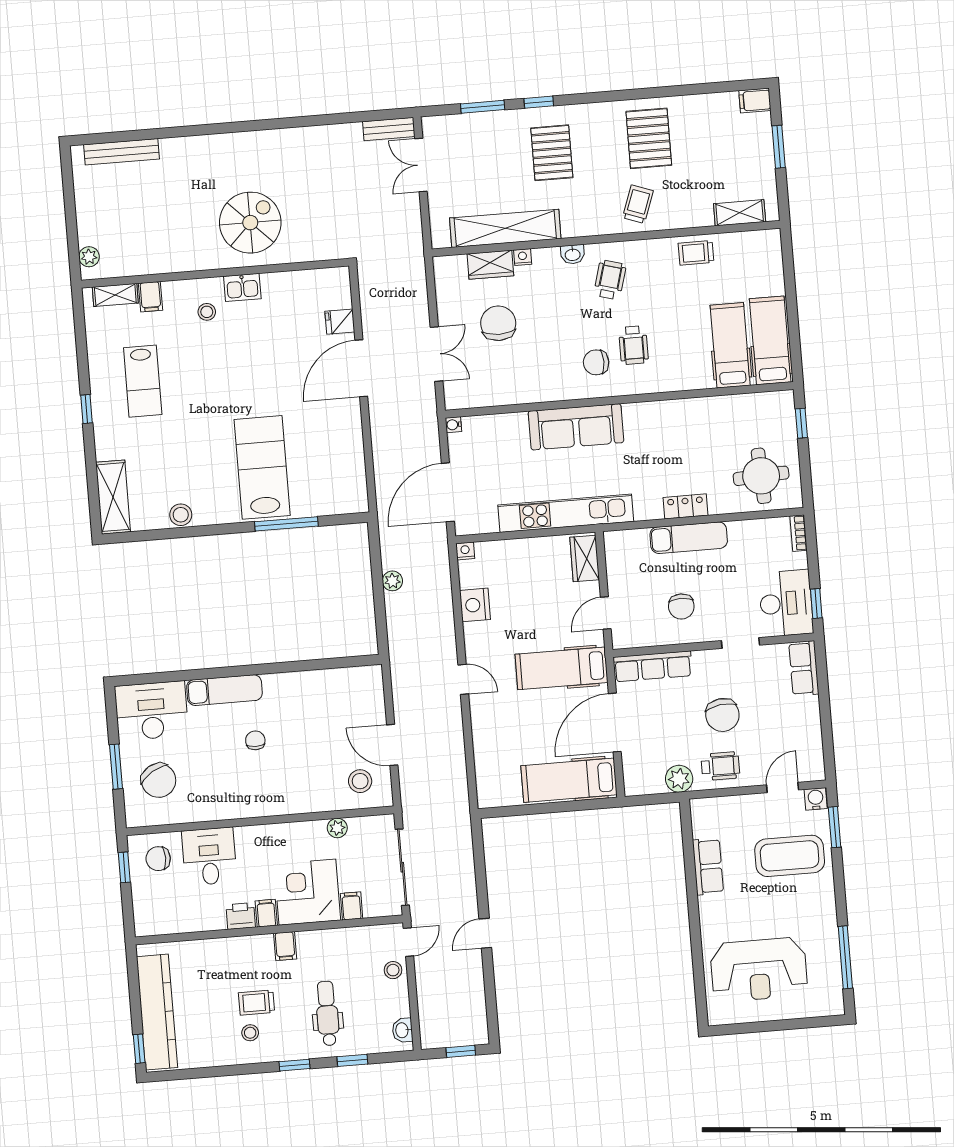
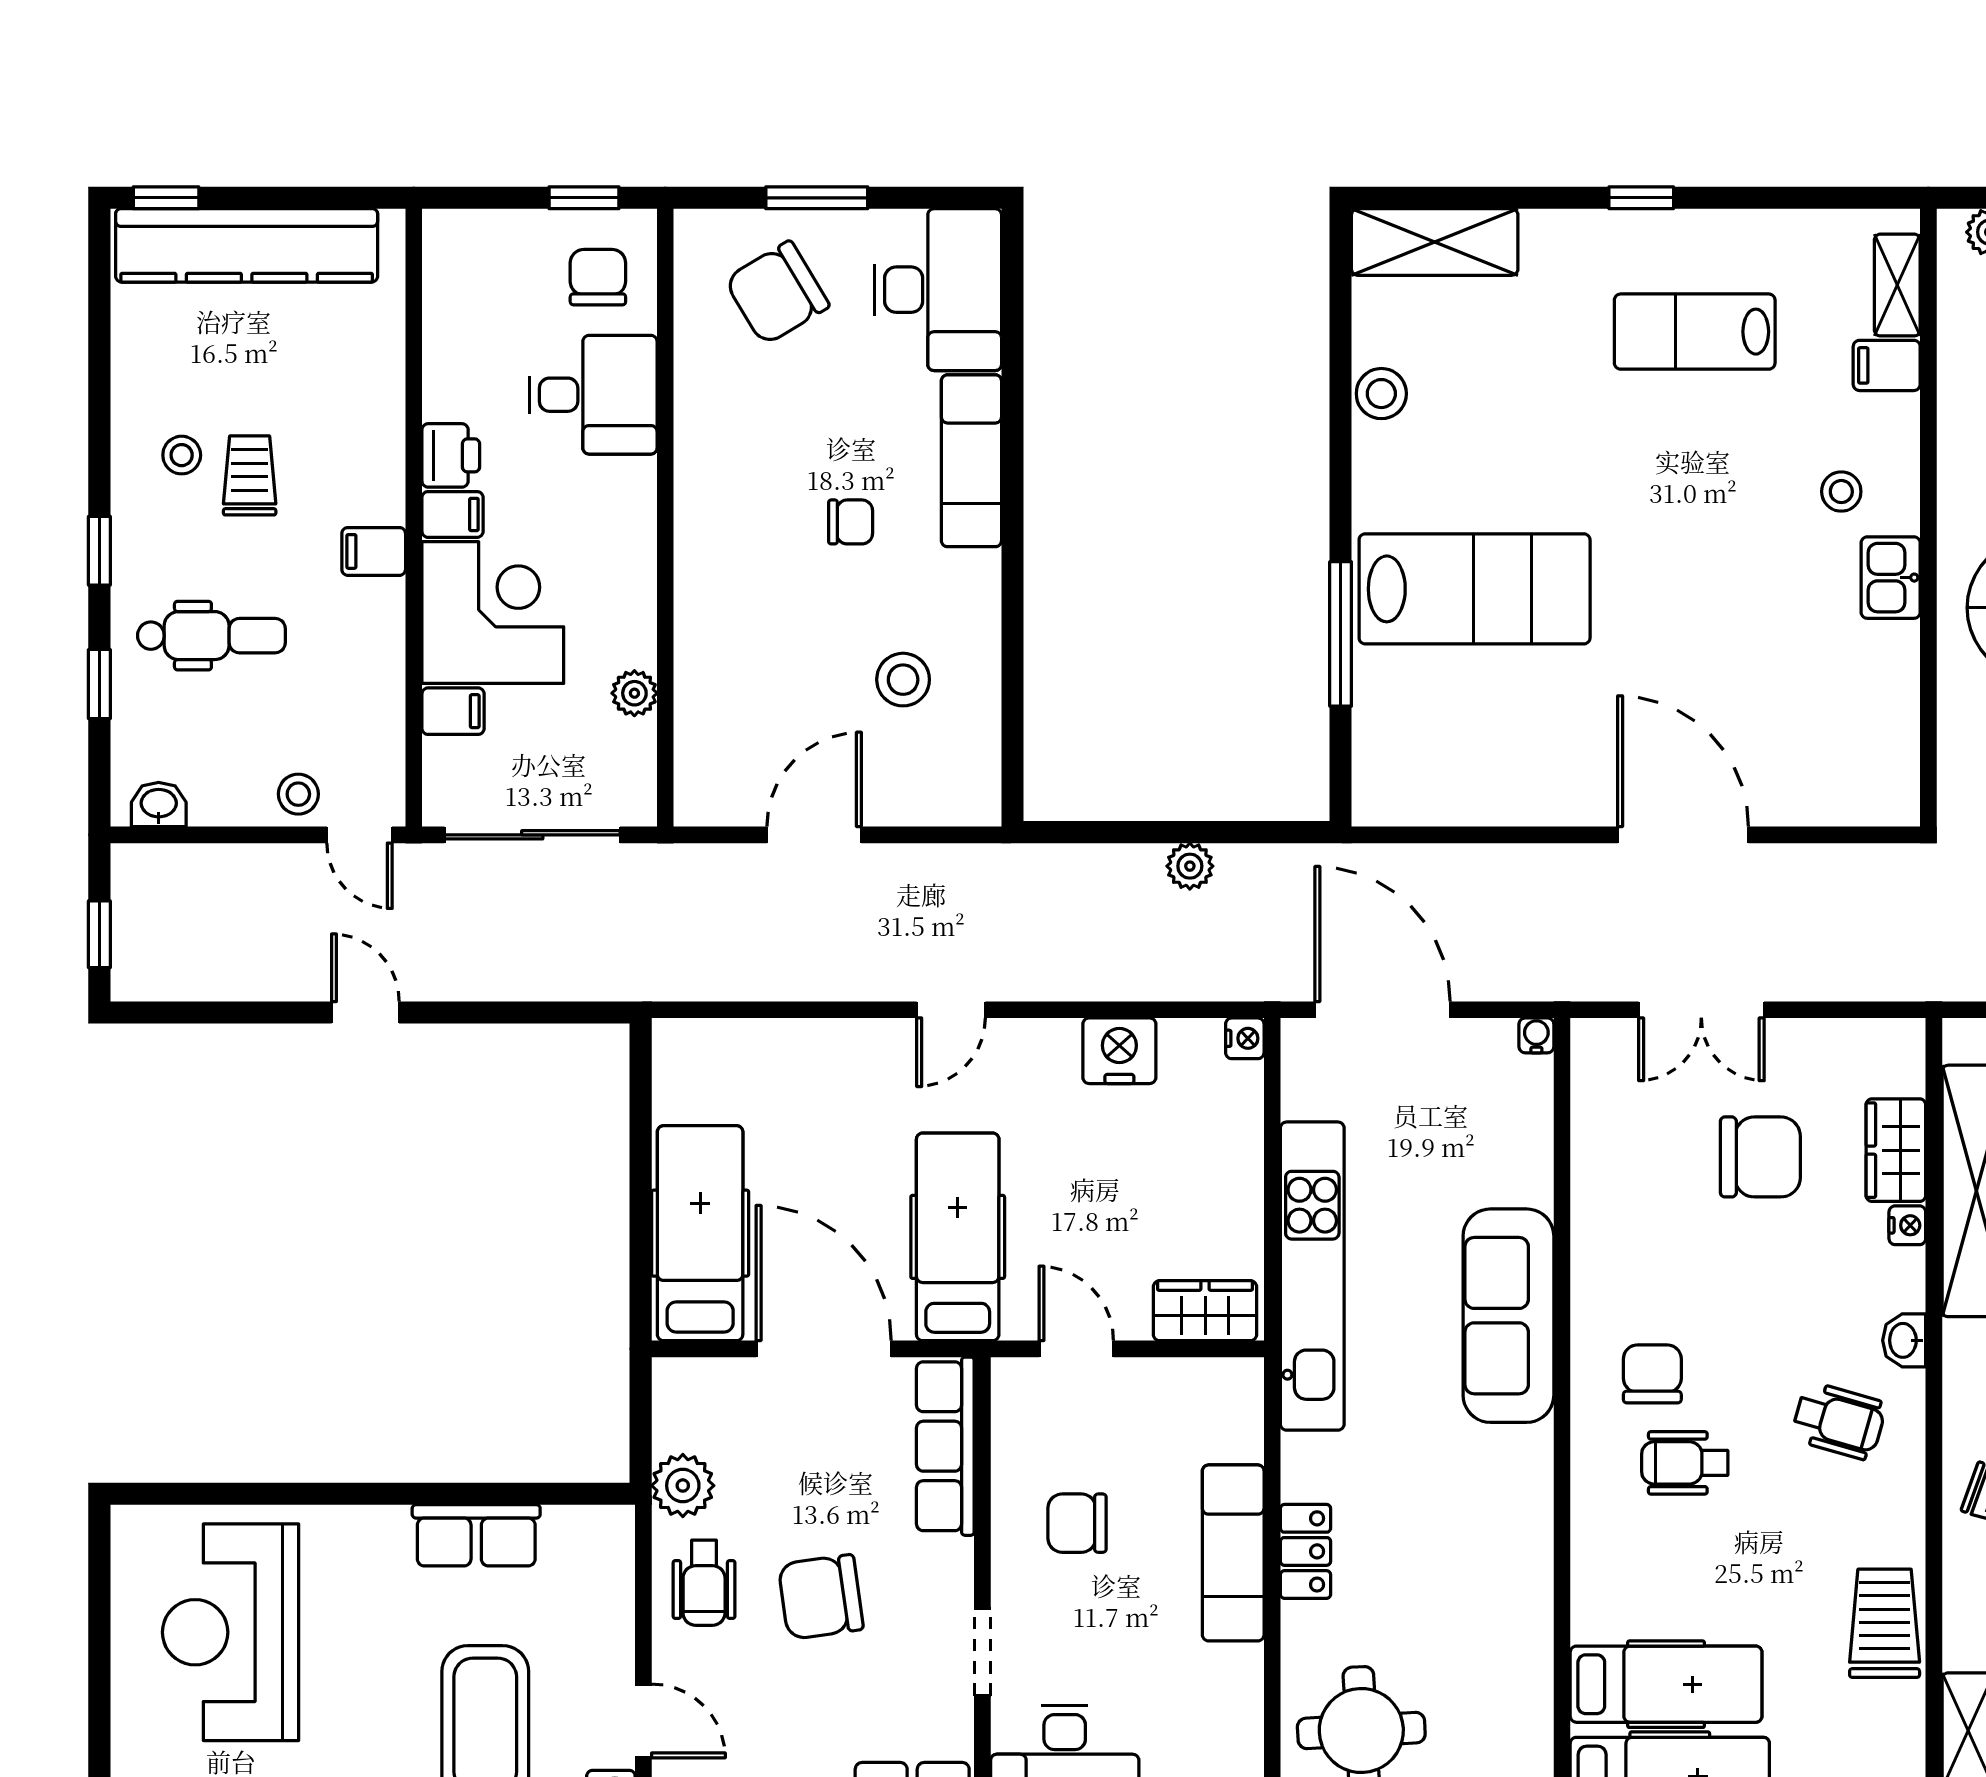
trolley: (696, 253) -> (1885, 1623), width x1.36, depth x1.39
fridge: (340, 322) -> (1794, 794), removed
stool: (360, 781) -> (903, 680), moved

